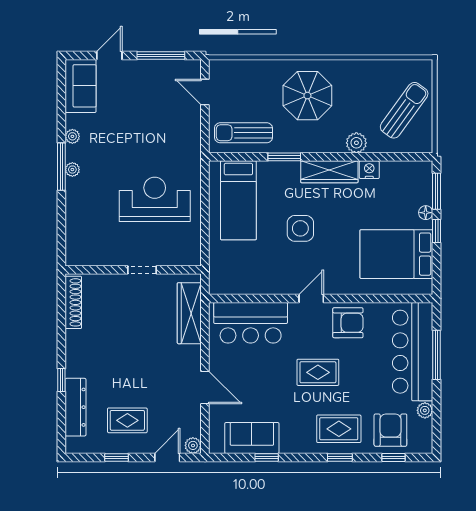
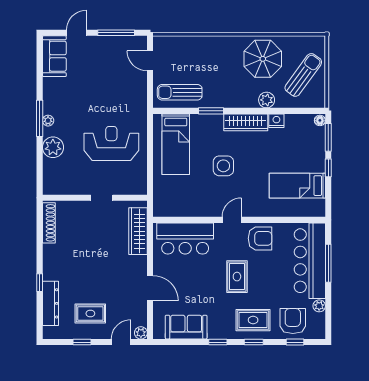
parasol: (307, 96) -> (263, 59), moved
plant: (72, 136) -> (53, 147), moved, width x1.87, depth x1.87
floor lamp: (426, 213) -> (320, 120), moved
bed: (396, 254) -> (297, 186), width x0.67
rug: (318, 372) -> (237, 277), turned 90
window: (267, 457) -> (218, 342), moved

